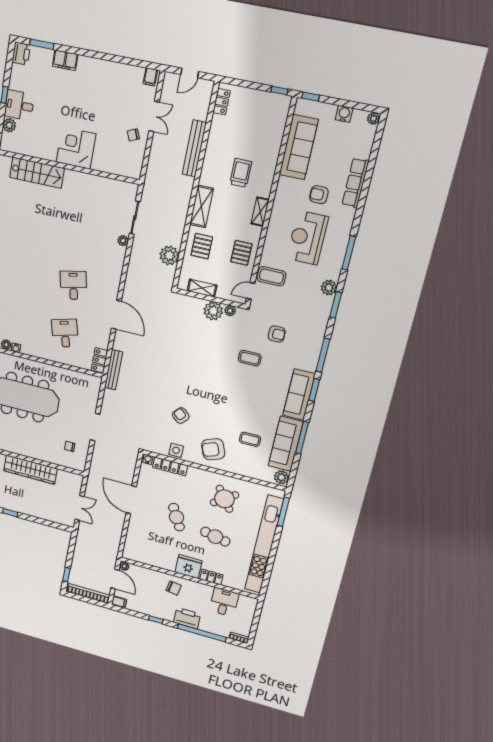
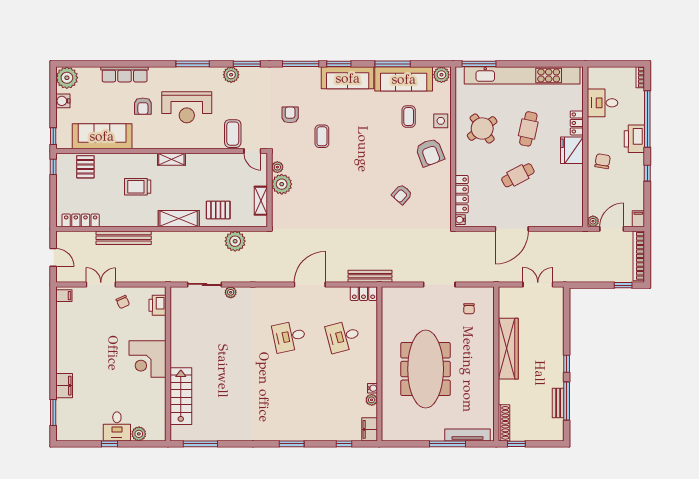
printer: (21, 54) -> (157, 305), moved, turned -90
locker: (222, 102) -> (81, 220), width x1.53
plant: (373, 118) -> (67, 78), width x1.88, depth x1.88
pallet: (241, 253) -> (85, 167), moved, turned 90
side table: (176, 450) -> (441, 121), moved

